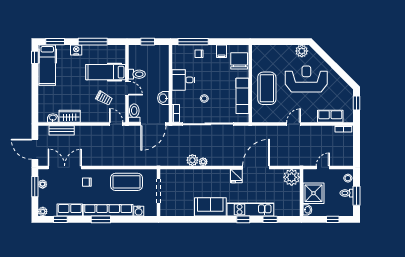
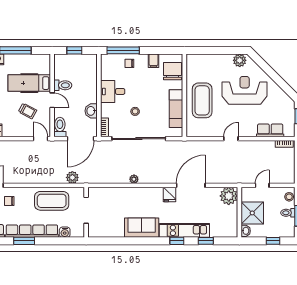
plant: (192, 160) -> (72, 177), moved

